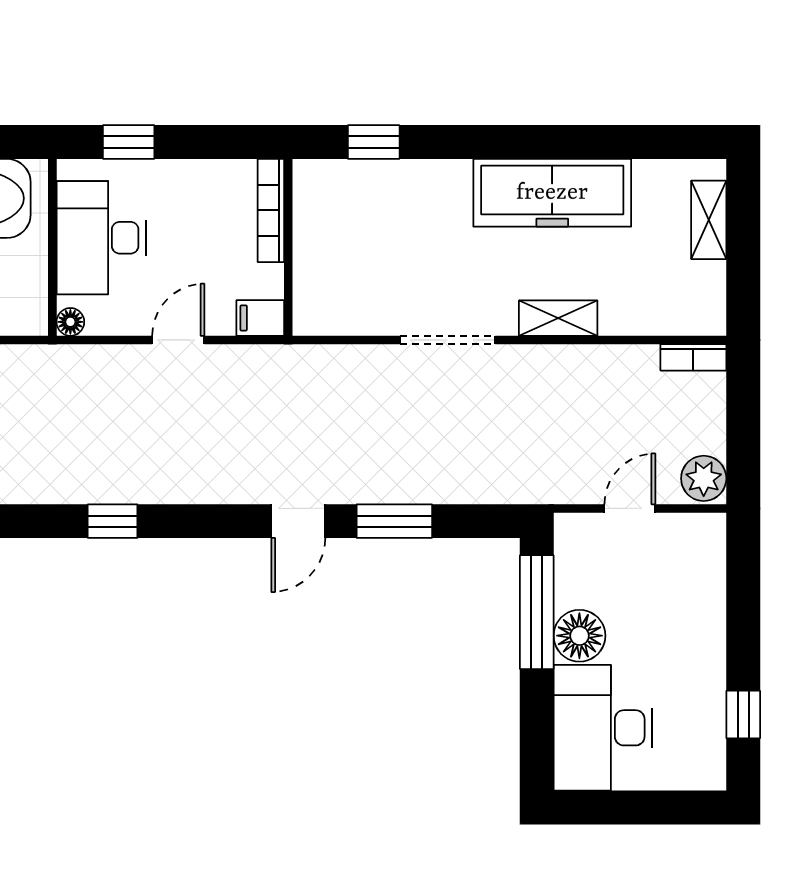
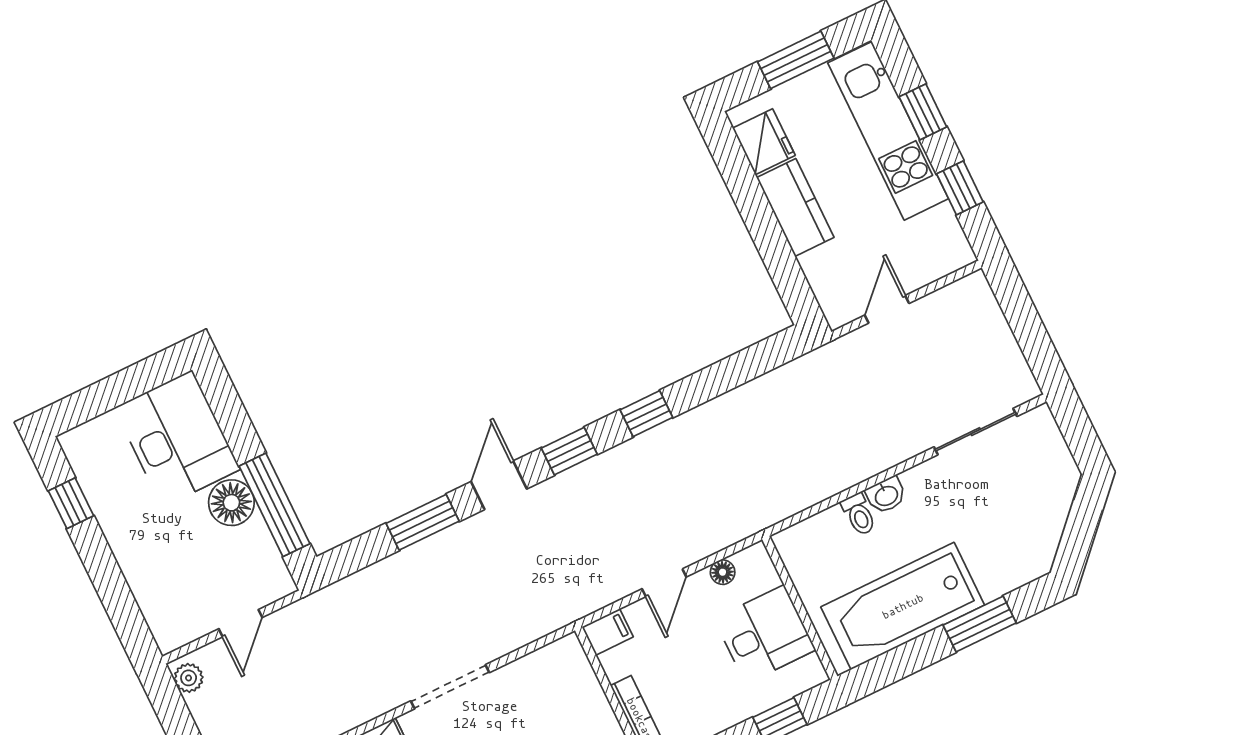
desk: (101, 238) -> (765, 634), width x0.73
floor lamp: (70, 322) -> (723, 572), moved
plant: (704, 478) -> (189, 678), width x0.73, depth x0.73
window: (210, 521) -> (569, 451), added

